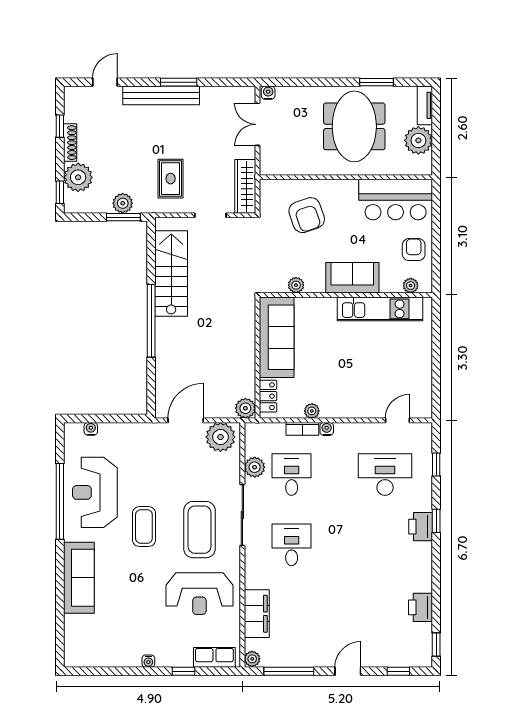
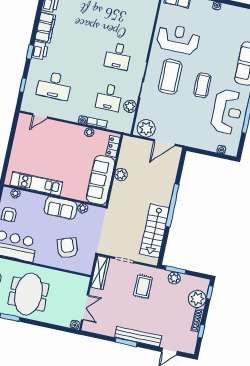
sofa: (352, 278) -> (61, 208), moved
plant: (245, 408) -> (121, 175), moved
filing cabinet: (257, 614) -> (45, 27), moved, turned 180

